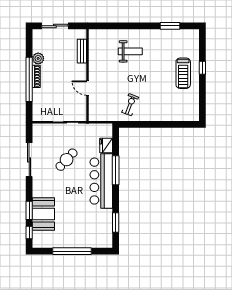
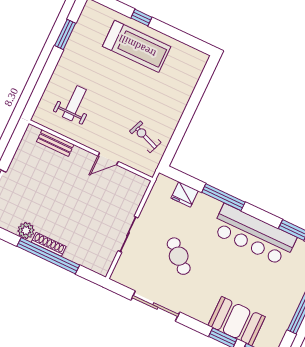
bench: (82, 51) -> (55, 143), moved
treadmill: (183, 73) -> (137, 46), width x1.37, depth x1.38
wall: (88, 75) -> (91, 151), moved
door: (88, 88) -> (108, 159), moved
bar counter: (101, 181) -> (254, 235), moved

